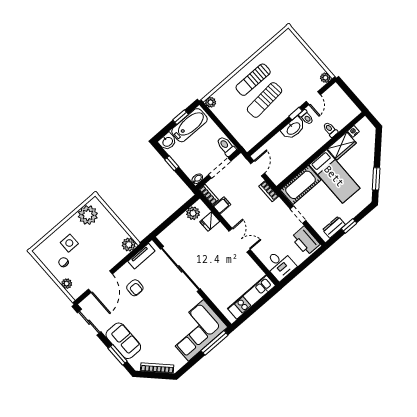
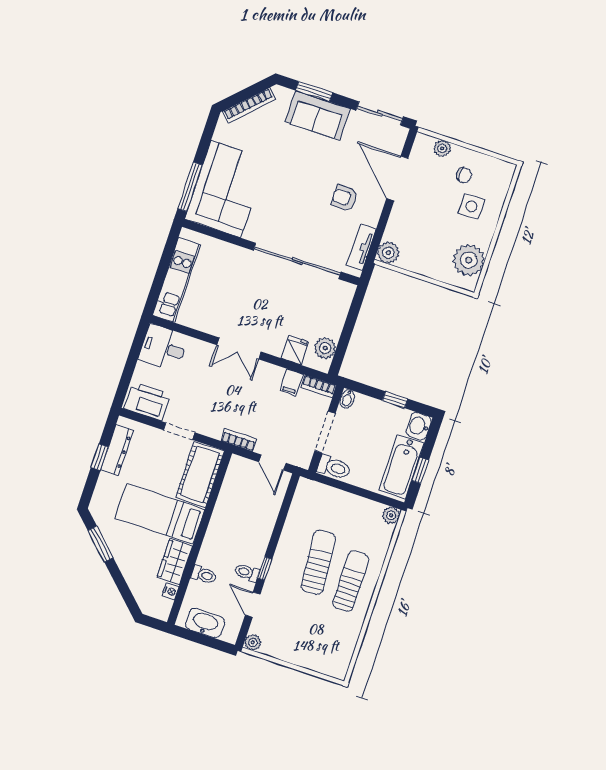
washbasin: (293, 128) -> (205, 623), moved, turned 90
dresser: (334, 227) -> (117, 450), width x1.44

